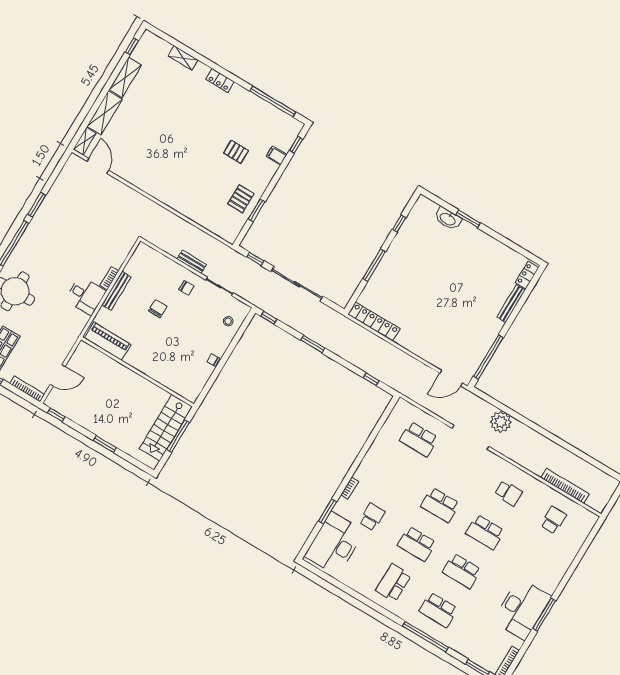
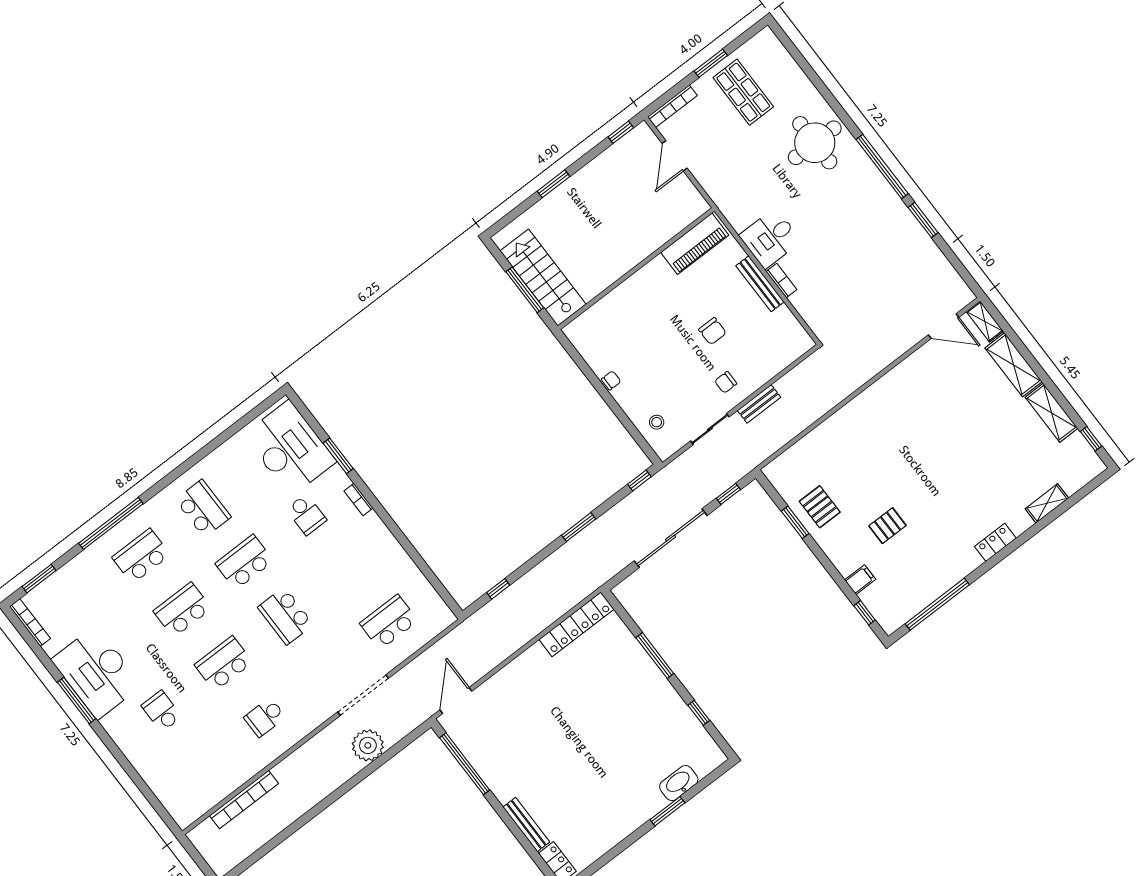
school desk: (440, 505) -> (286, 616), turned -90
school desk: (553, 520) -> (162, 711), moved, turned 180

